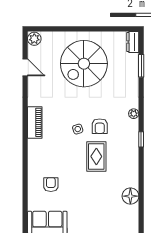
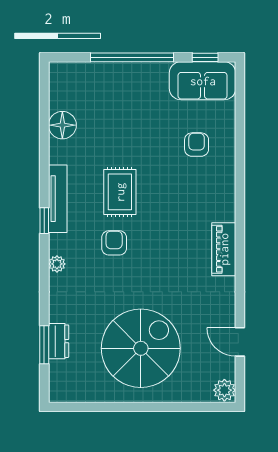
dresser: (133, 42) -> (59, 341), moved
side table: (78, 129) -> (151, 238), removed
tv unit: (133, 152) -> (58, 199), added
armchair: (51, 185) -> (197, 145), turned 180

